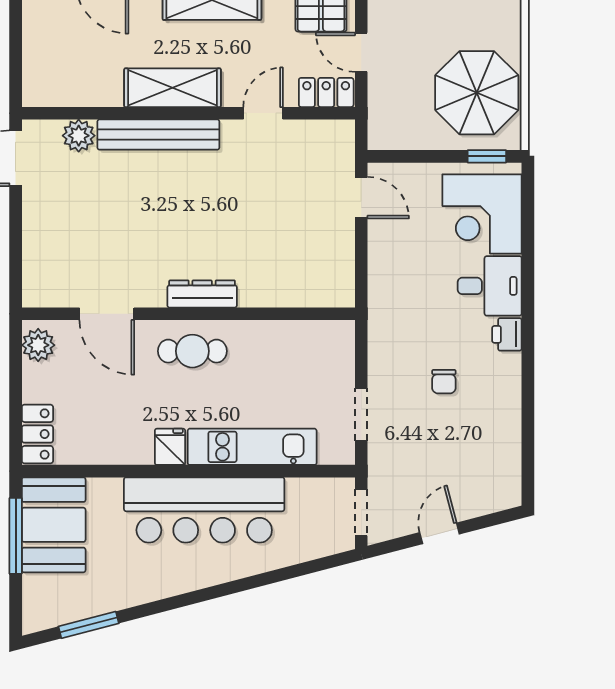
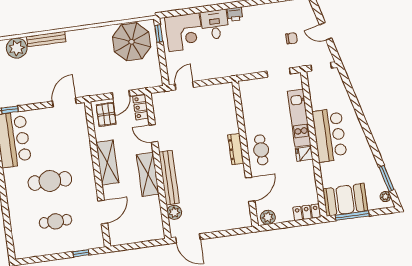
chair: (444, 382) -> (291, 38), moved
bar counter: (204, 510) -> (330, 135), width x0.73
plant: (48, 617) -> (385, 197), added

